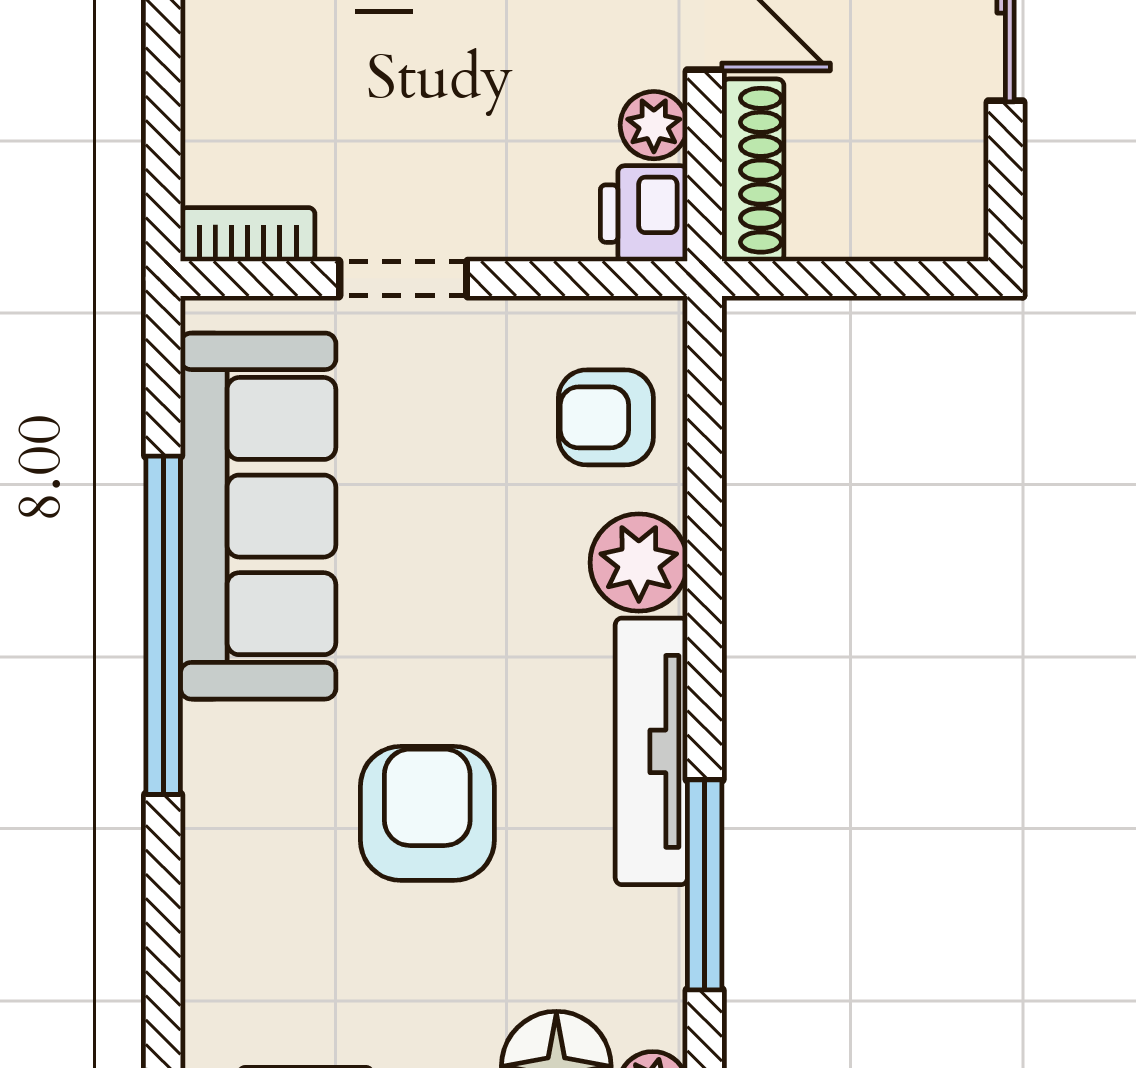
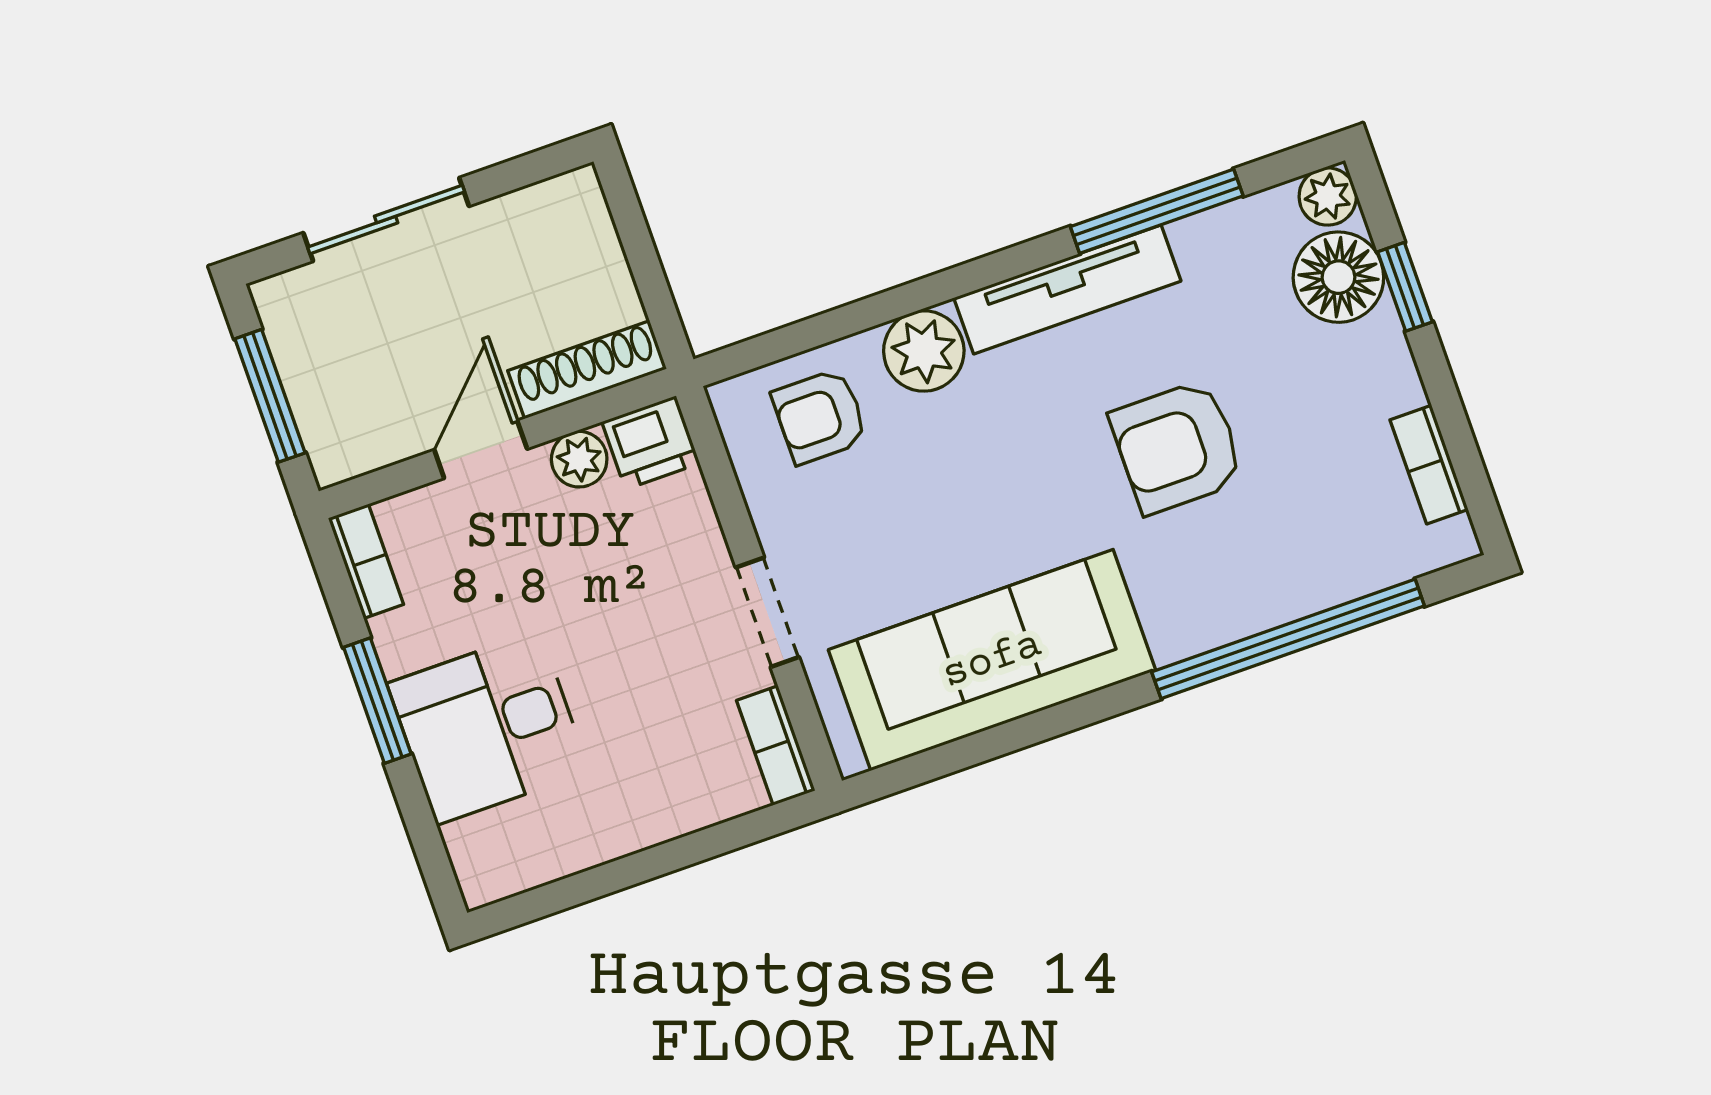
armchair: (606, 417) -> (820, 416), turned 90
window: (163, 625) -> (1288, 639), moved

